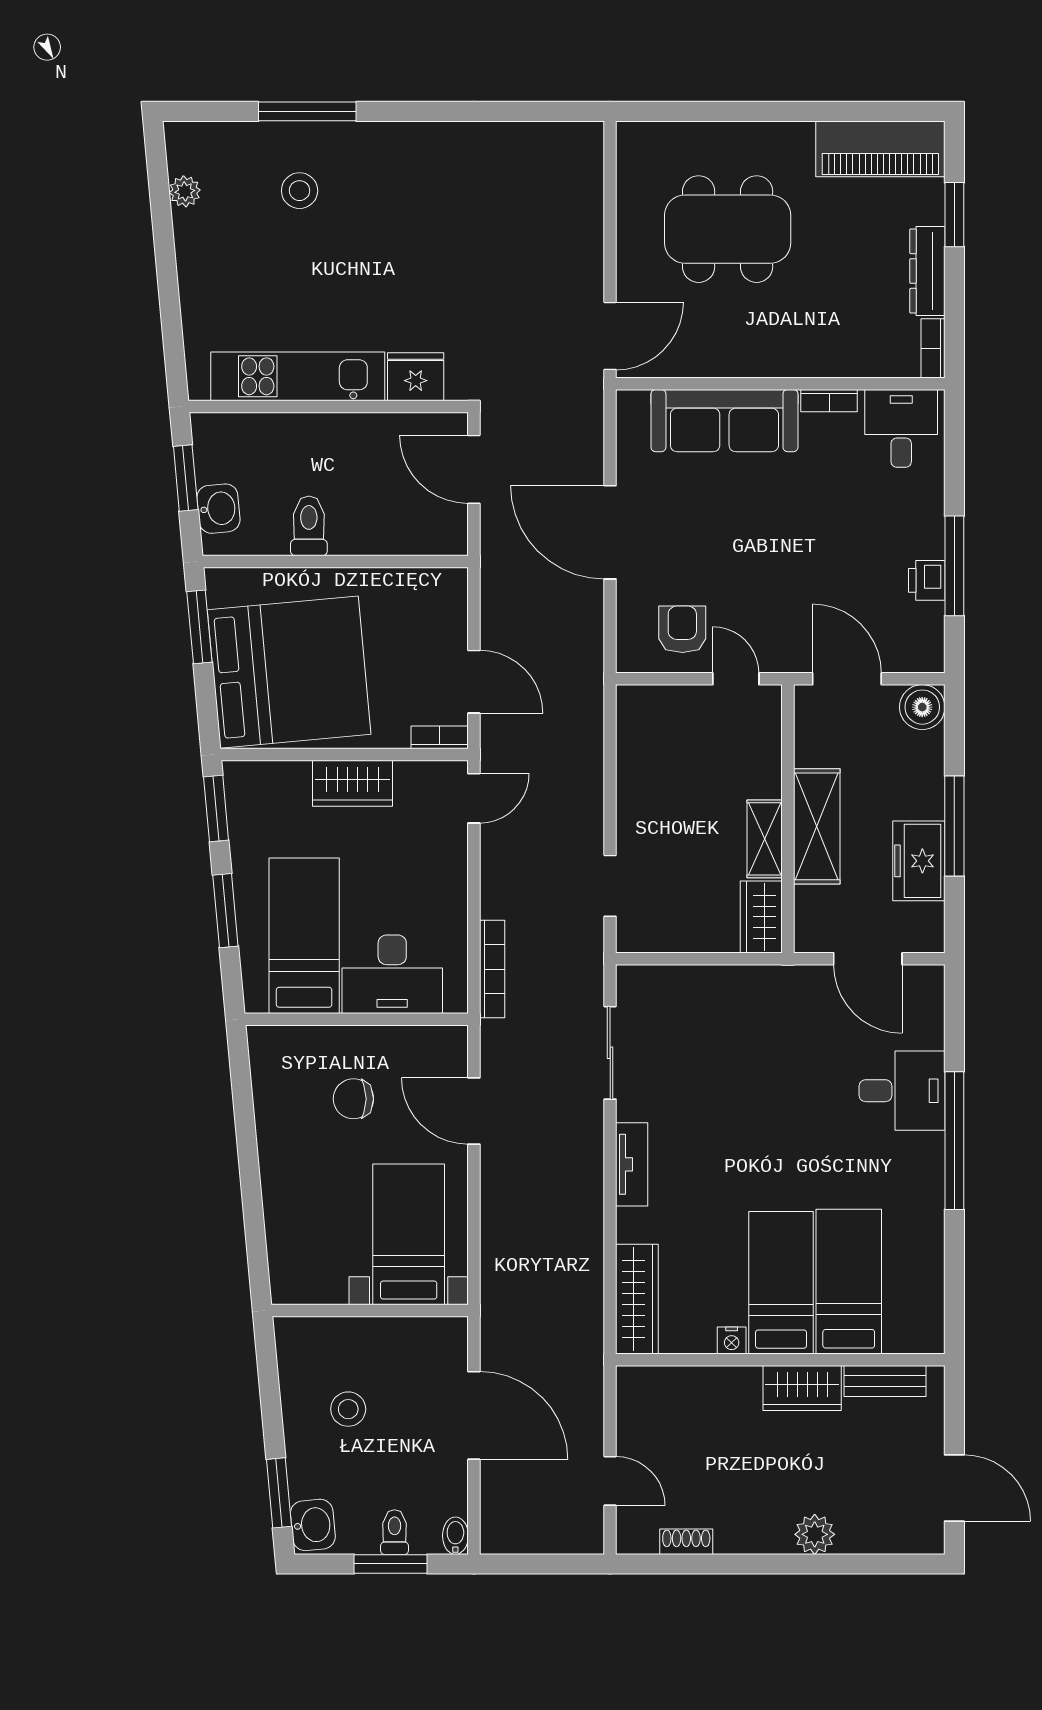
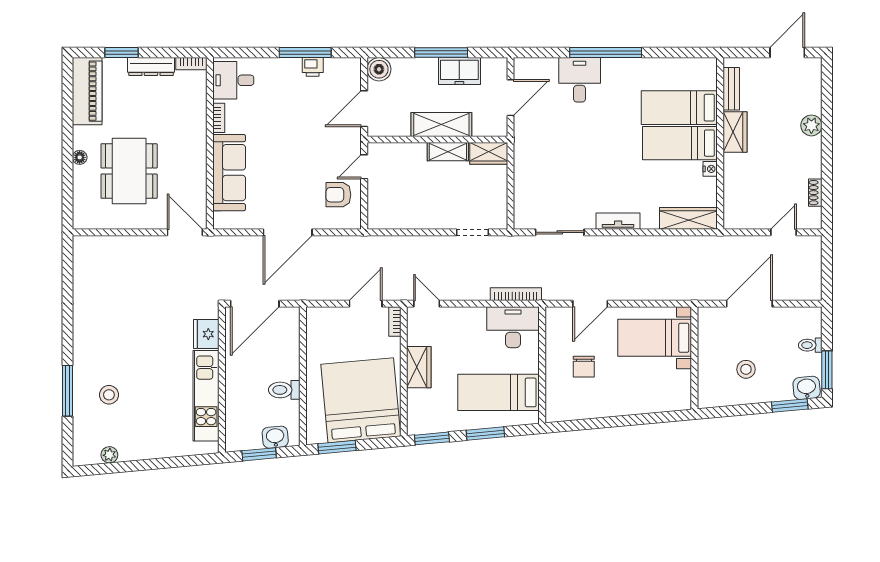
floor lamp: (754, 135) -> (80, 157), added
door: (474, 469) -> (255, 304), width x1.36
desk: (392, 974) -> (513, 327), moved, turned -90
bidet: (455, 1536) -> (812, 313), removed
window: (391, 1564) -> (827, 370), moved

